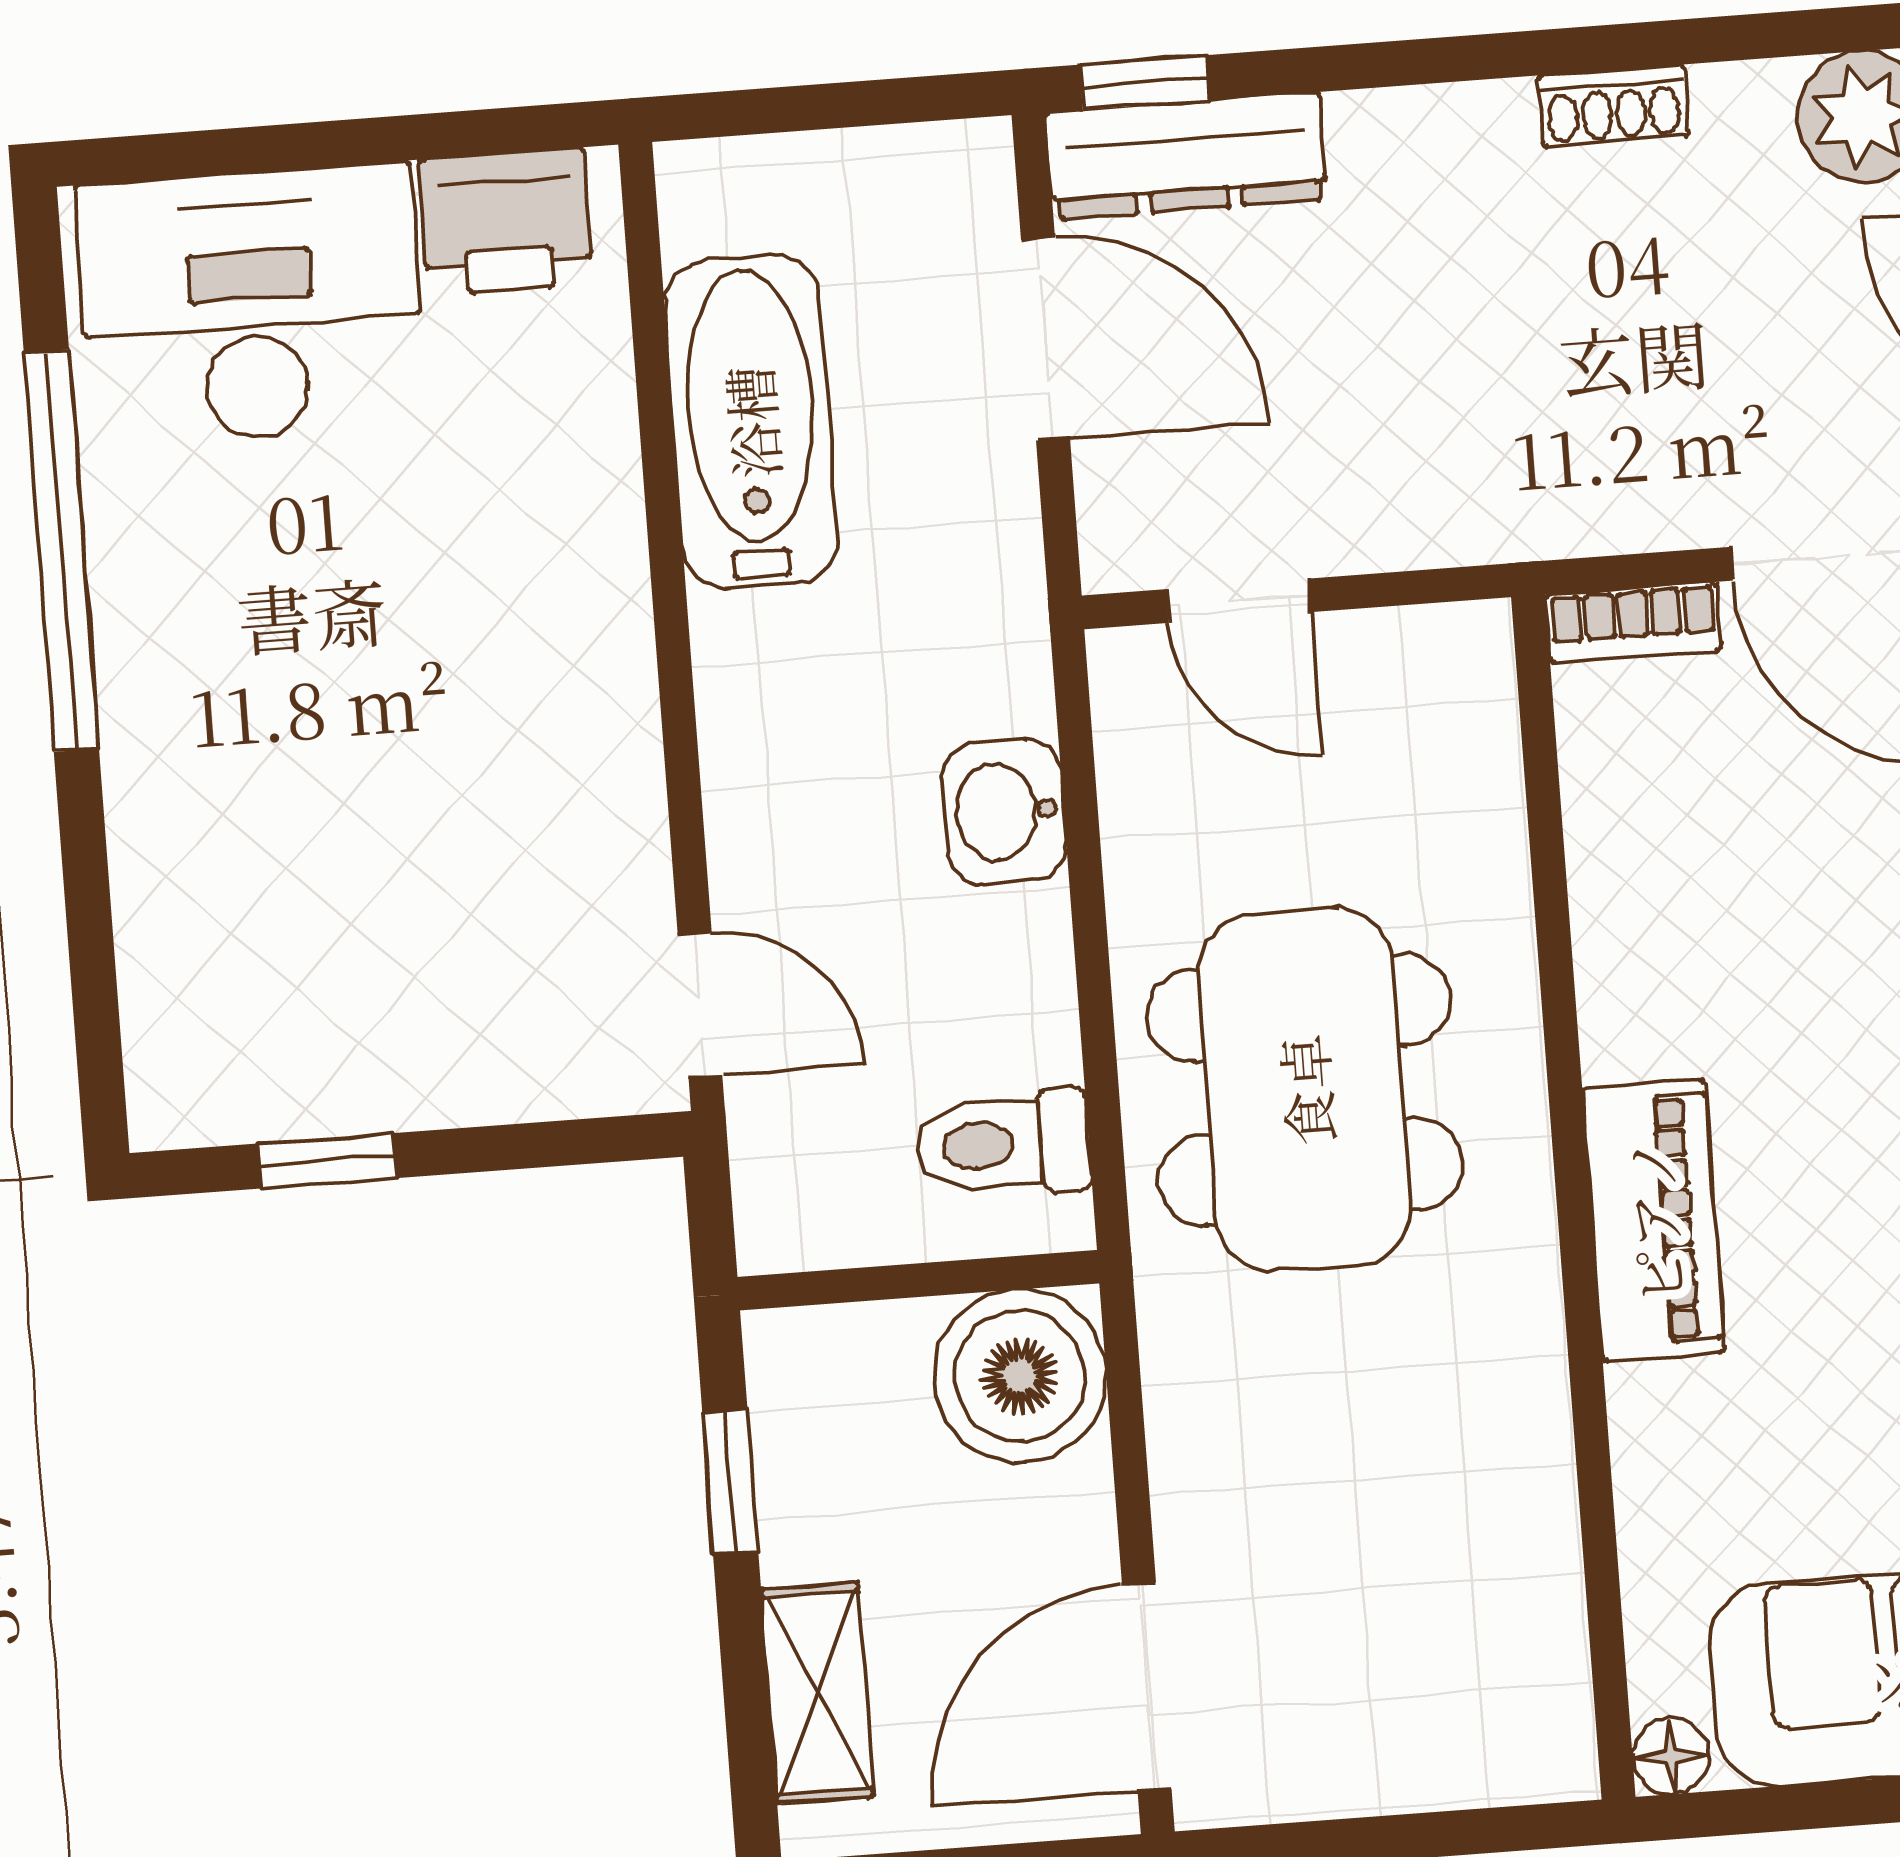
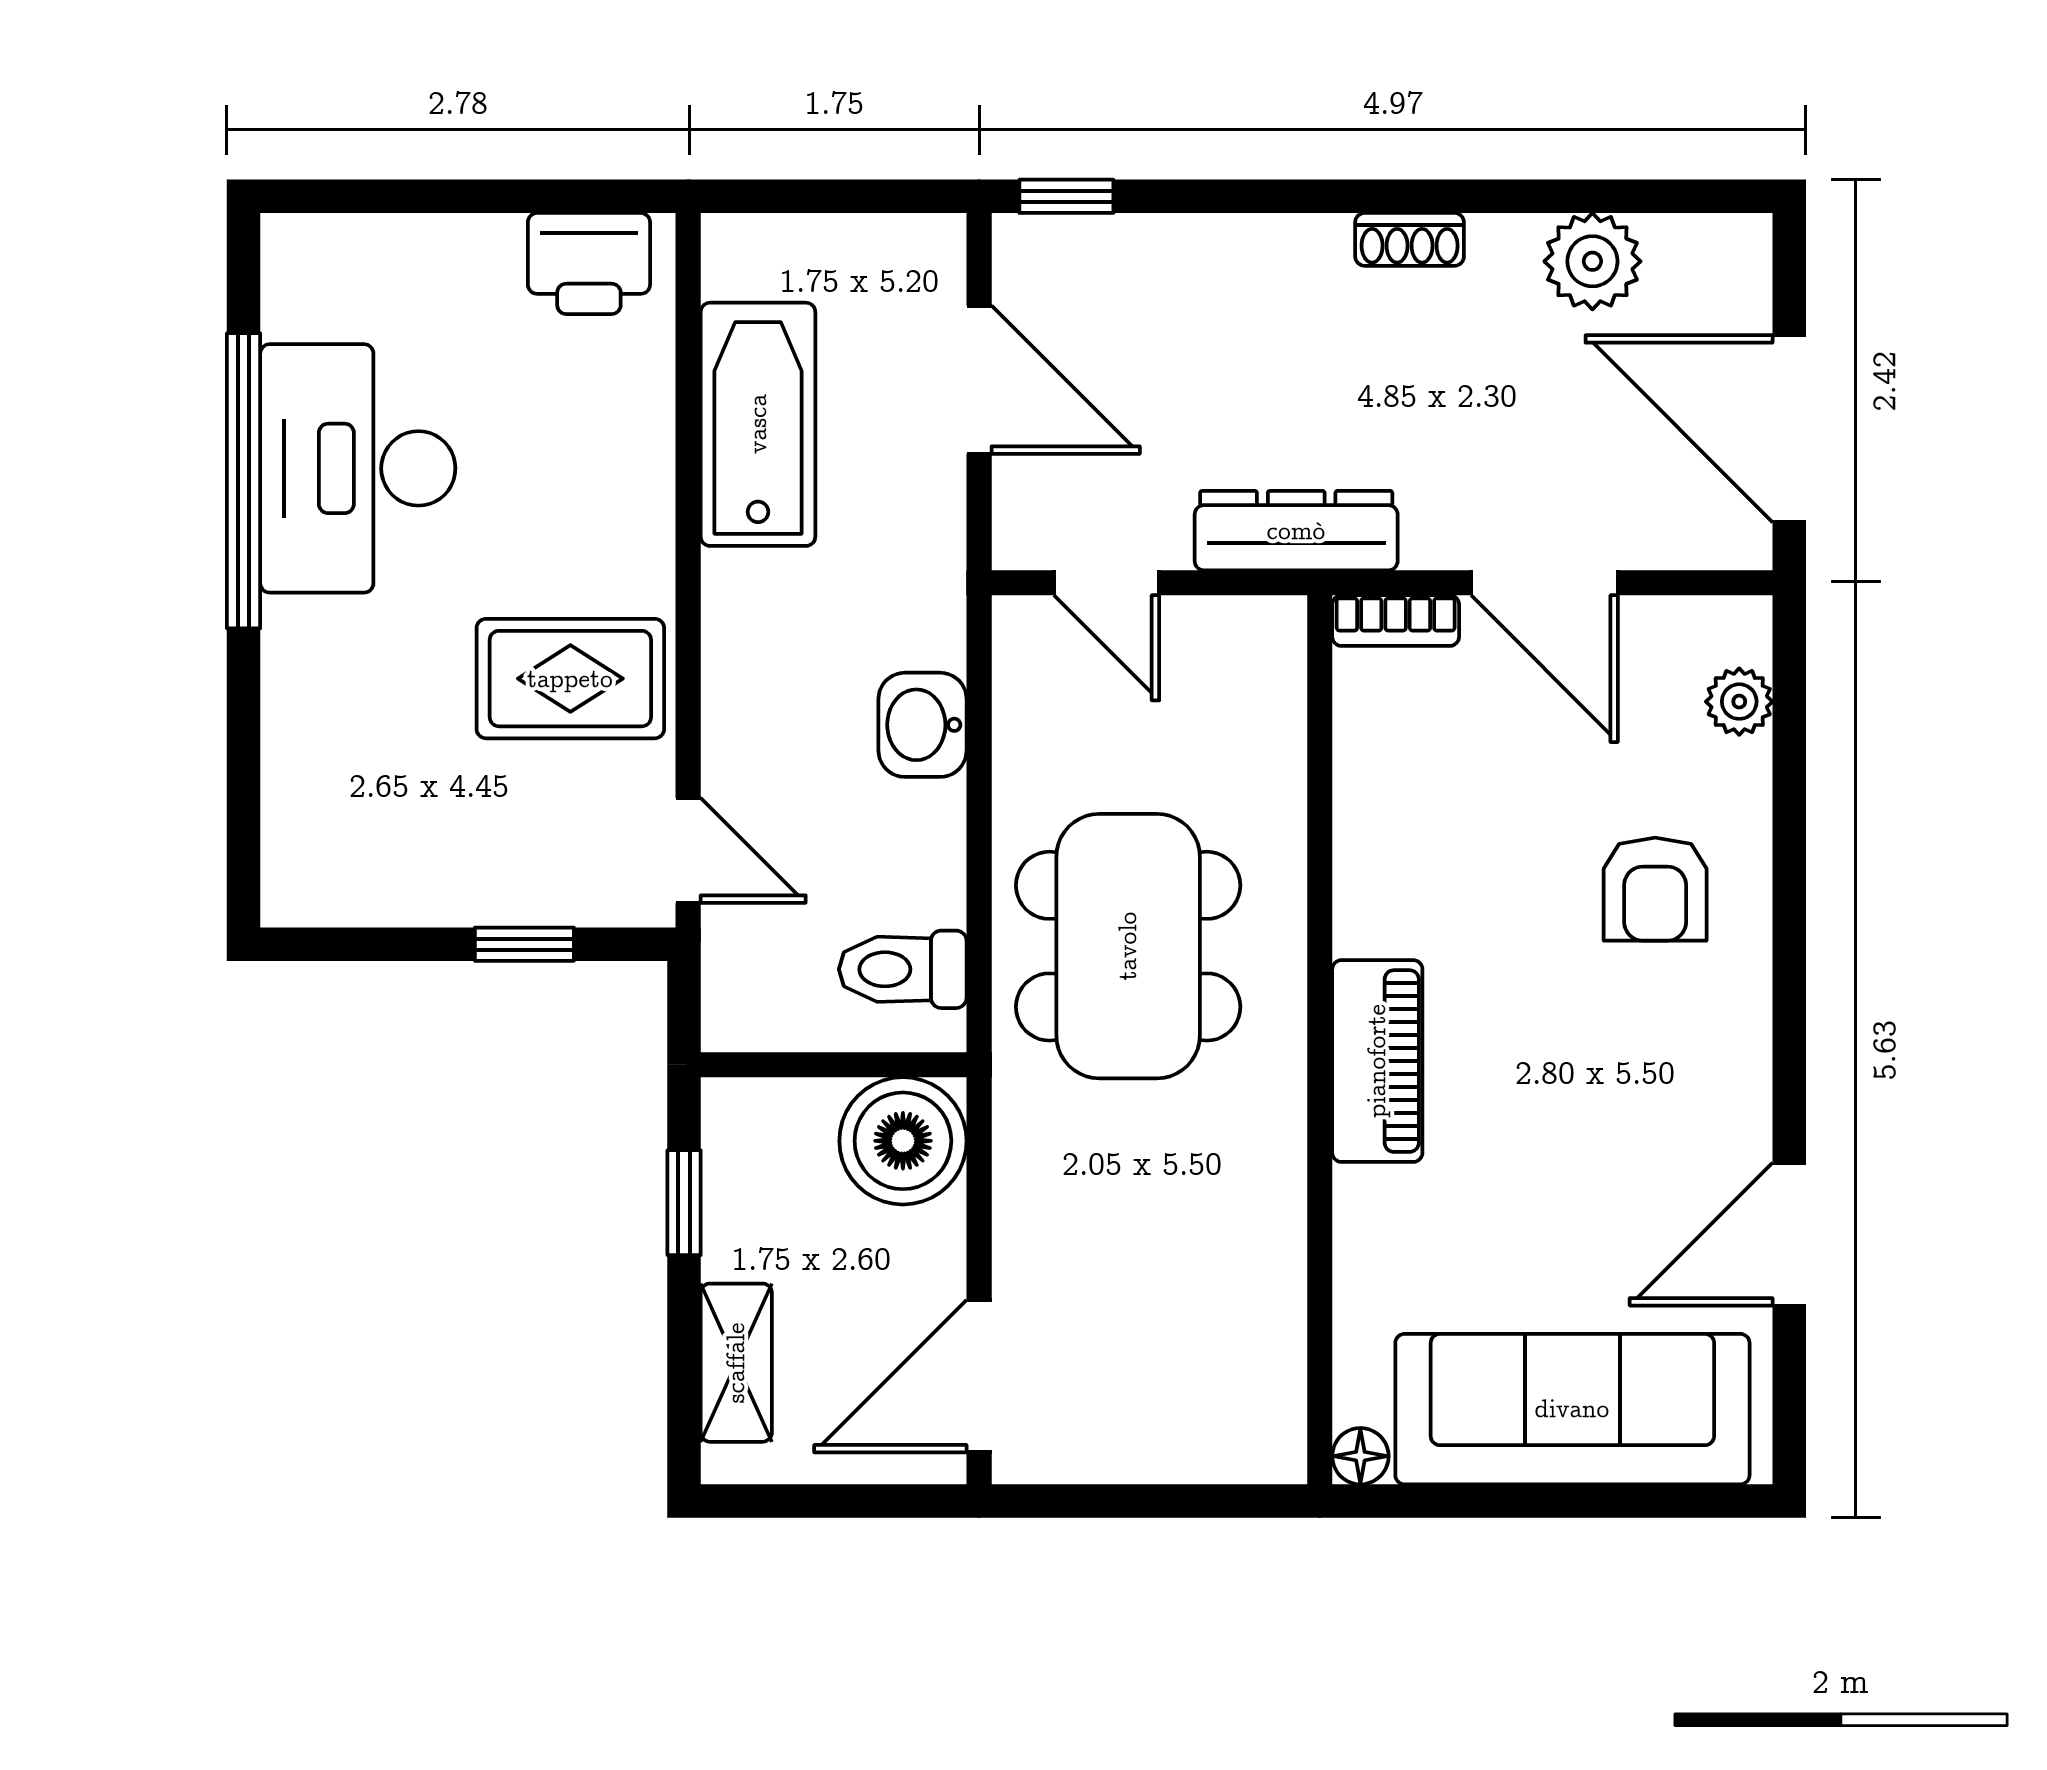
dresser: (1187, 156) -> (1296, 531), moved, turned 180
desk: (251, 305) -> (358, 468), moved, turned -90
rug: (523, 785) -> (570, 679), added
window: (328, 1161) -> (524, 944), moved

